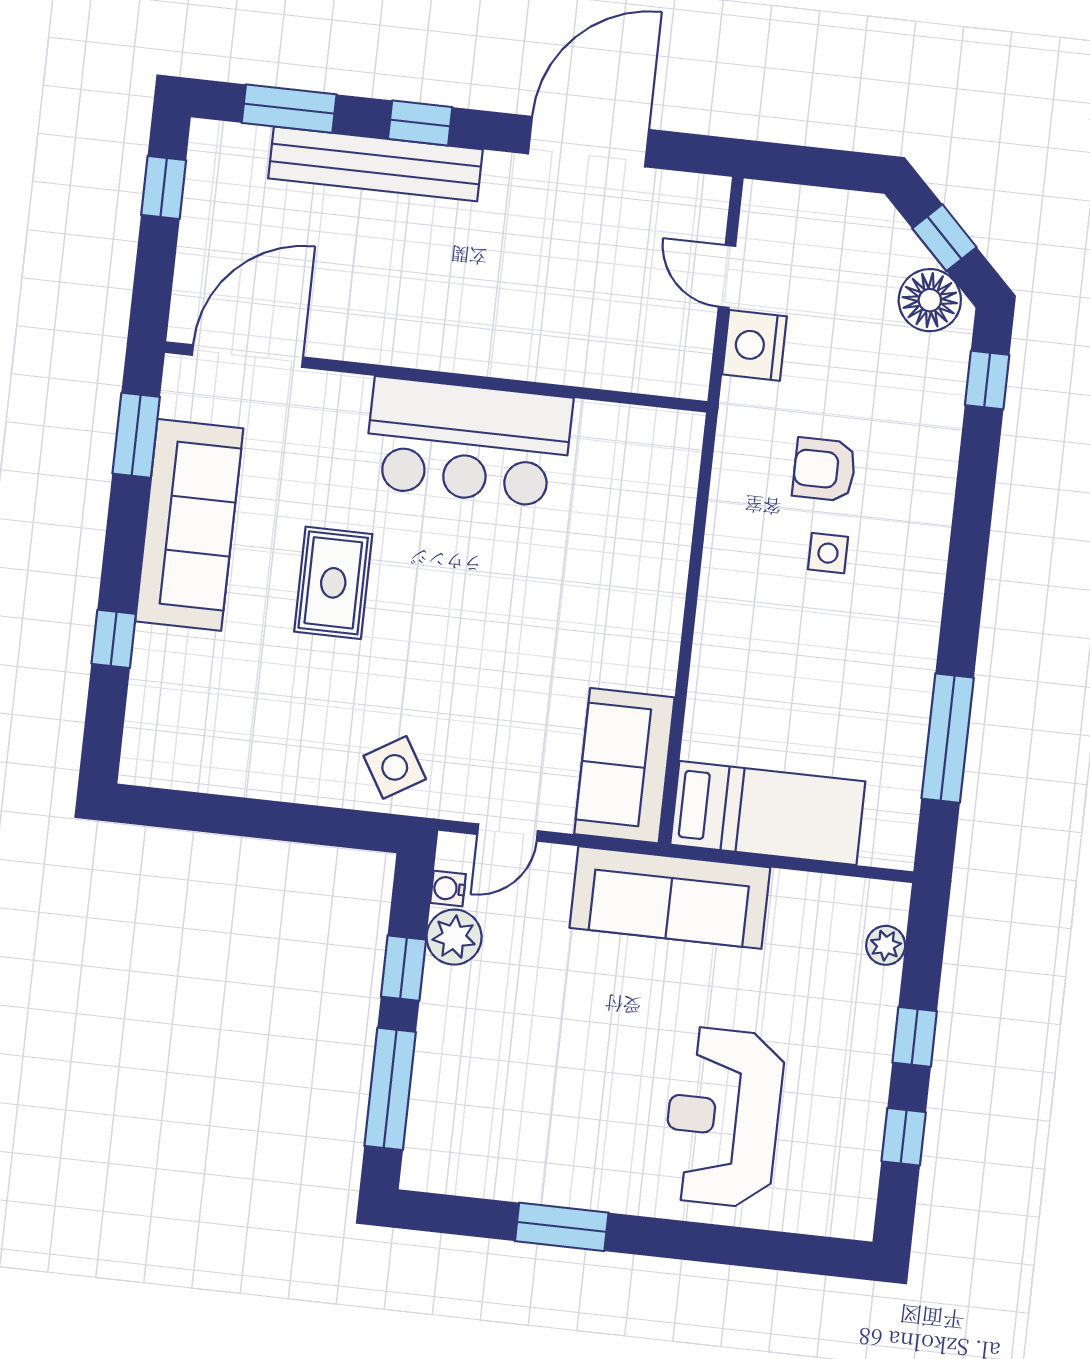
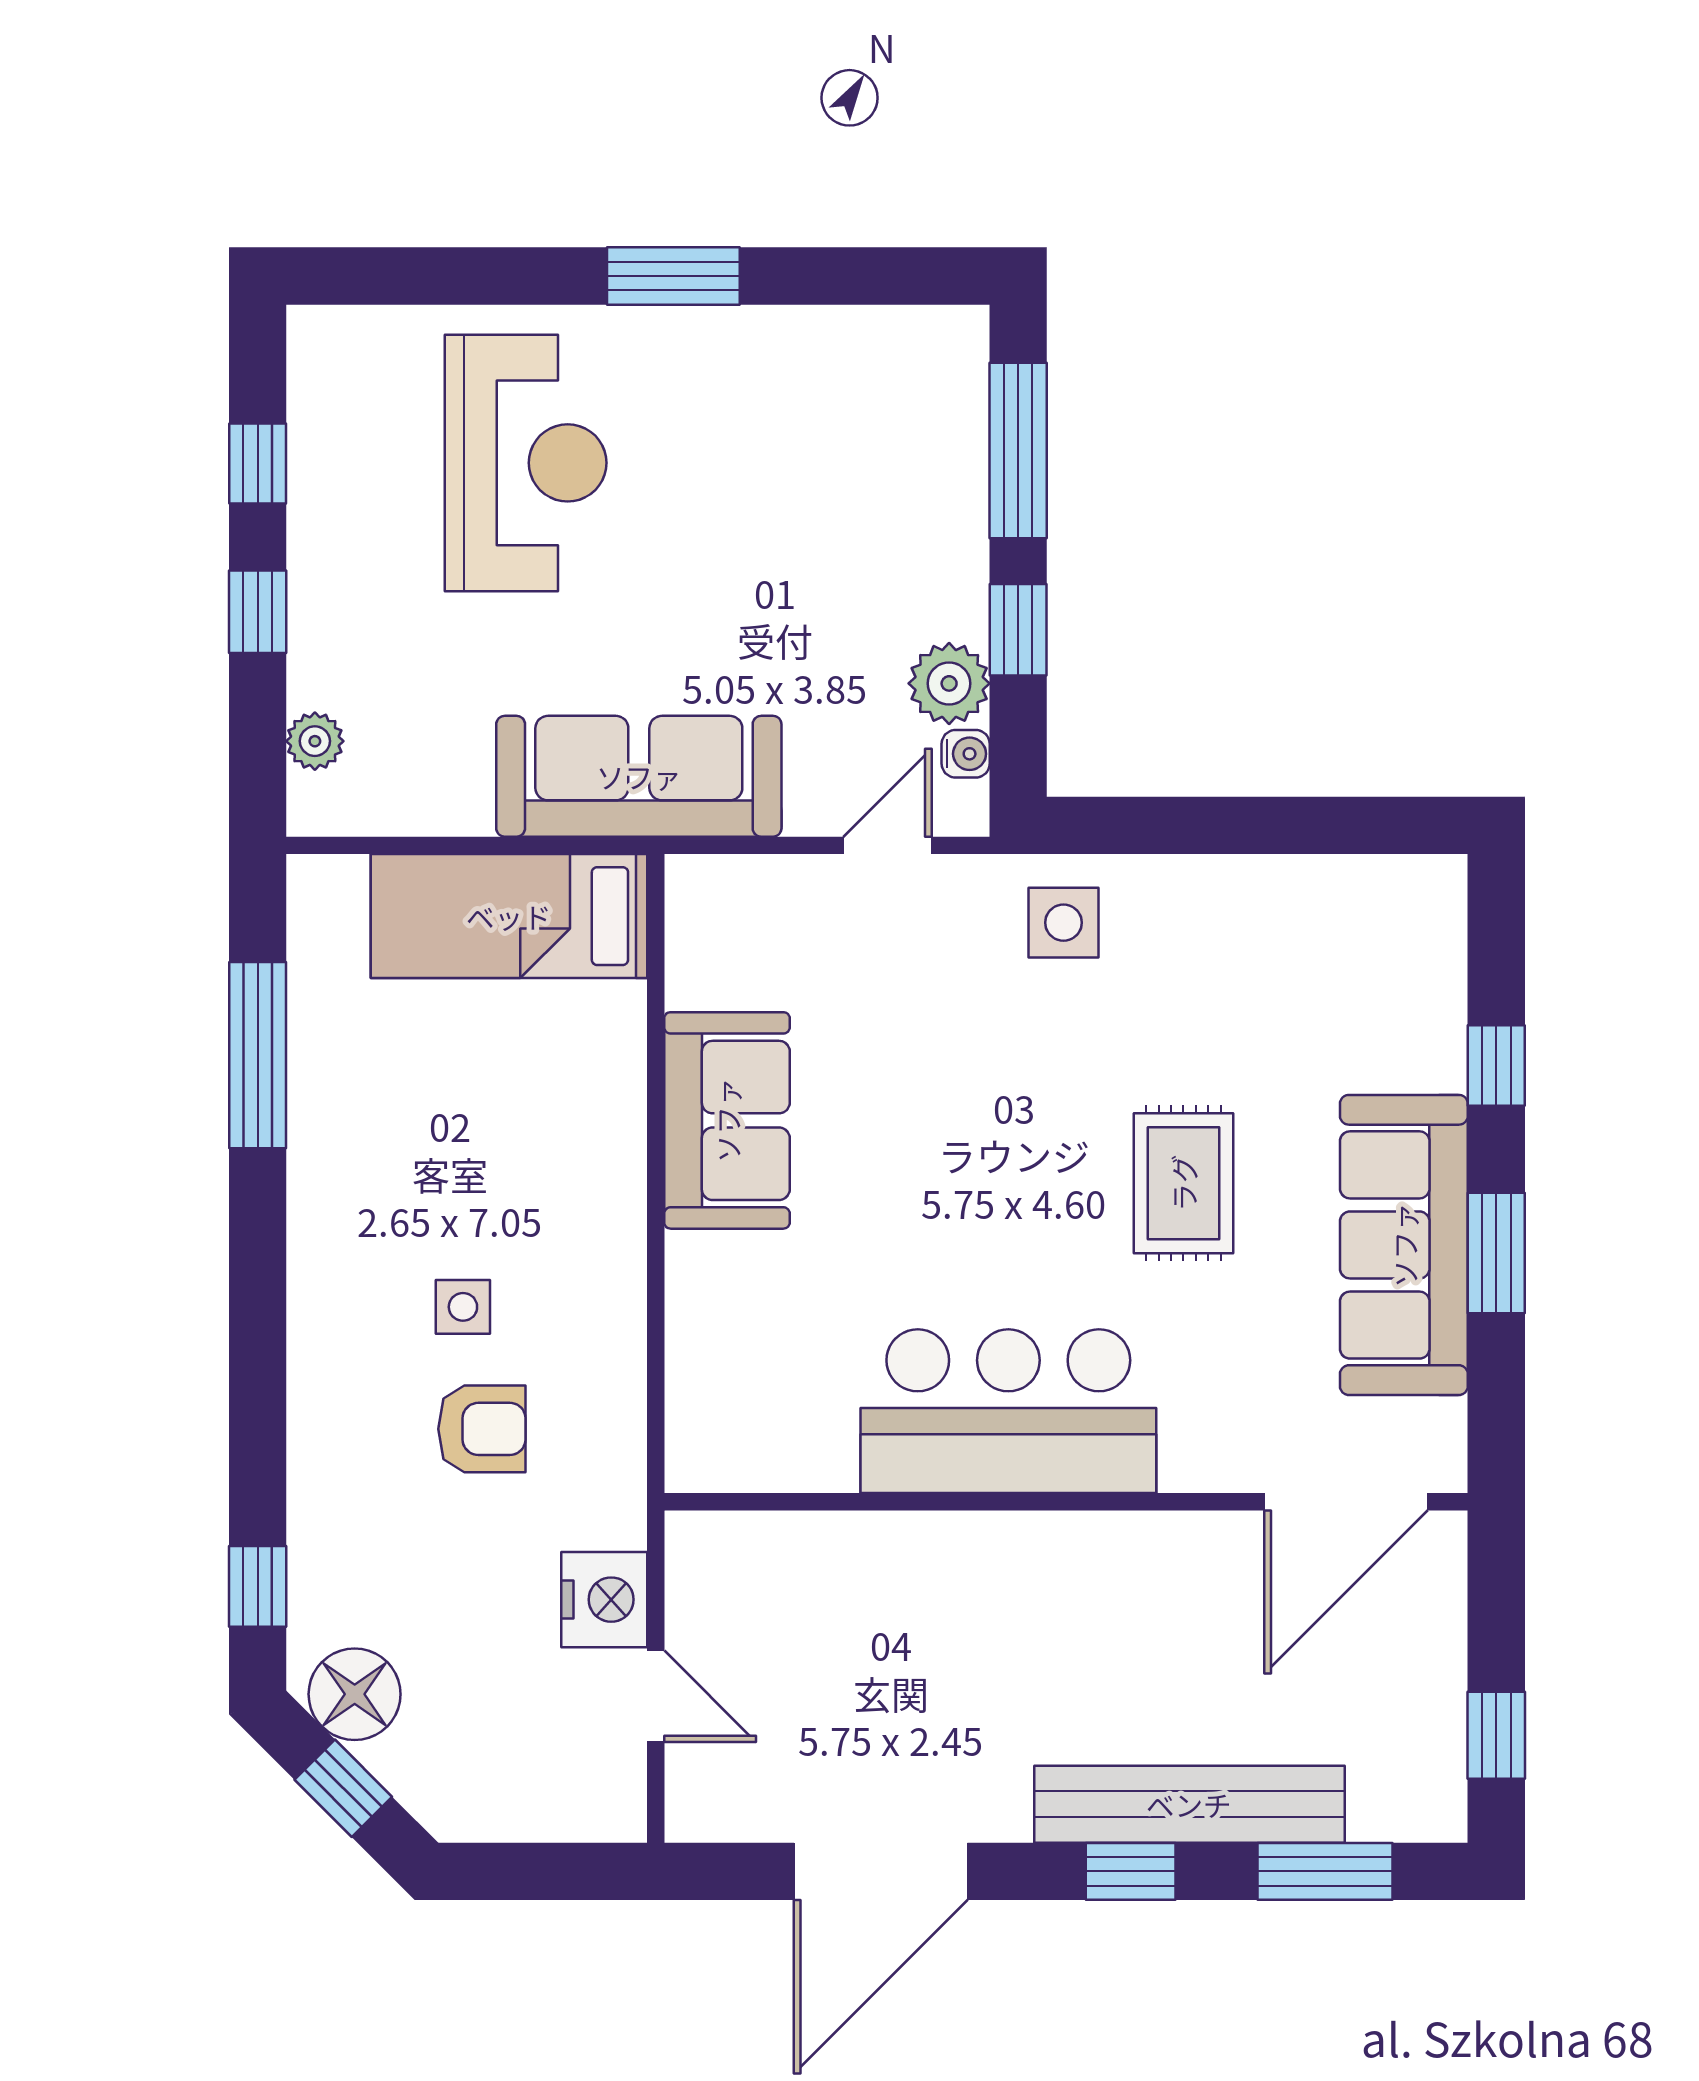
window: (136, 435) -> (1496, 1253), moved
sofa: (624, 766) -> (727, 1120), moved
side table: (395, 767) -> (1063, 923), turned 31
window: (562, 1227) -> (673, 276), moved

